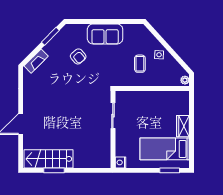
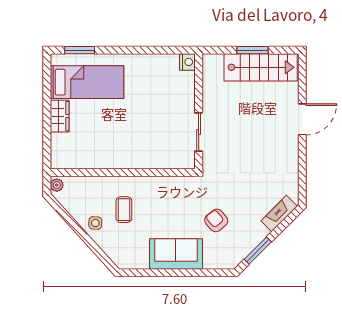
sliding door: (113, 116) -> (199, 132), moved
wall: (113, 129) -> (199, 111), moved
nightstand: (120, 162) -> (187, 62), moved

